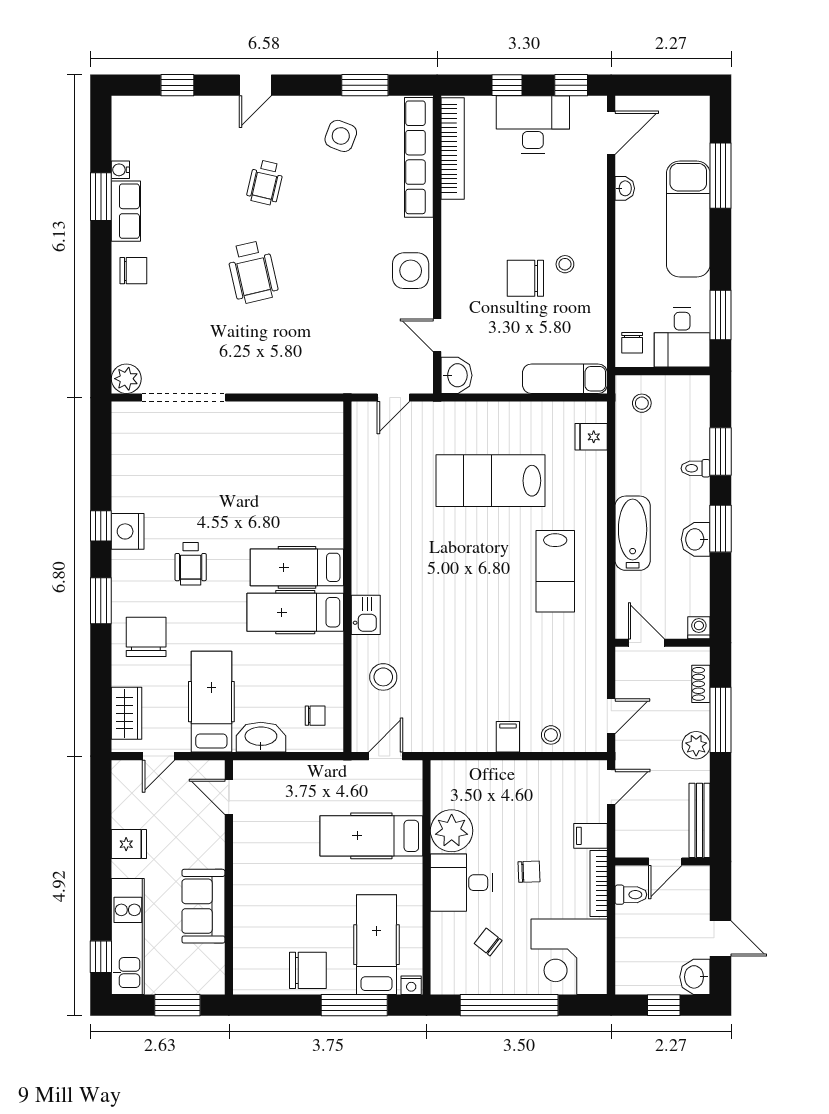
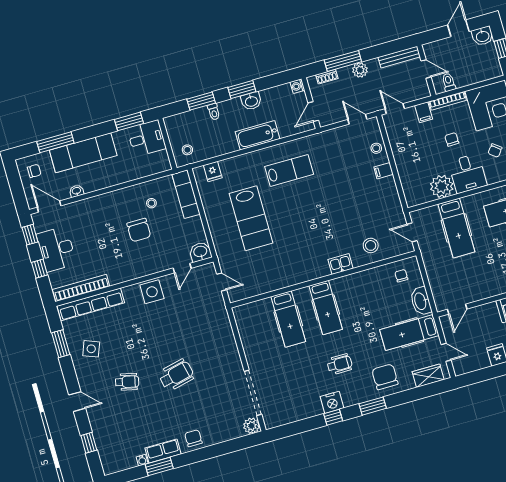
stool: (565, 264) -> (151, 203), moved
chair: (632, 343) -> (34, 171), moved
hospital bed: (295, 612) -> (288, 319), moved
chair: (146, 637) -> (385, 377), turned 90

